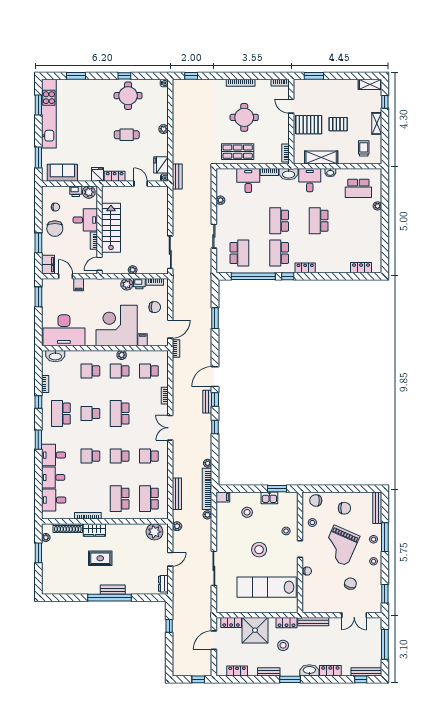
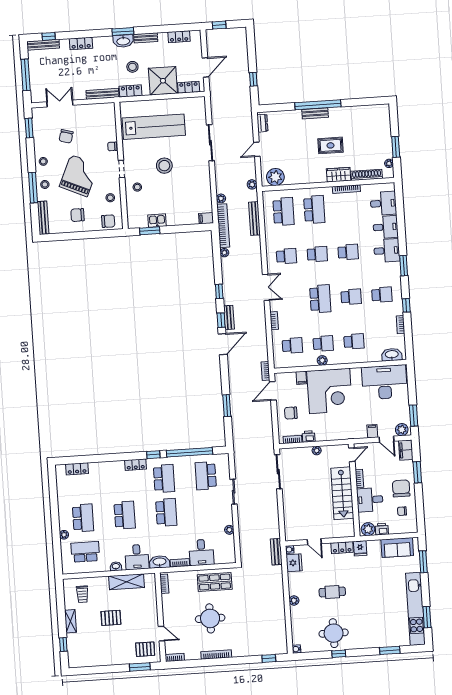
shelving: (370, 84) -> (80, 662), removed
pallet: (309, 125) -> (145, 649), moved, width x0.67, depth x0.71
school desk: (358, 221) -> (83, 518), added
plant: (127, 284) -> (402, 430), moved
school desk: (61, 414) -> (382, 295), width x0.54
stool: (247, 512) -> (179, 204), removed
washbasin: (309, 670) -> (123, 41), moved

